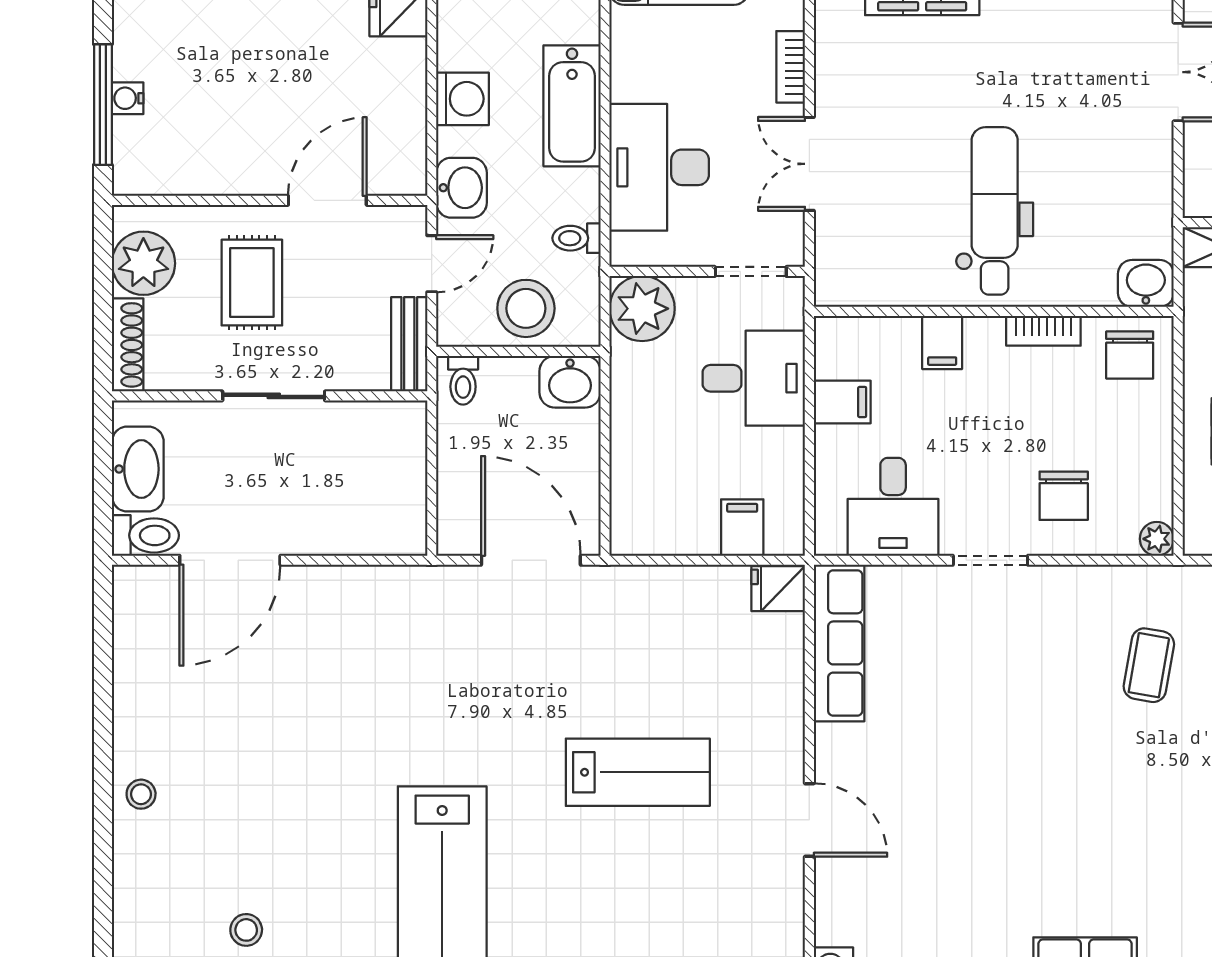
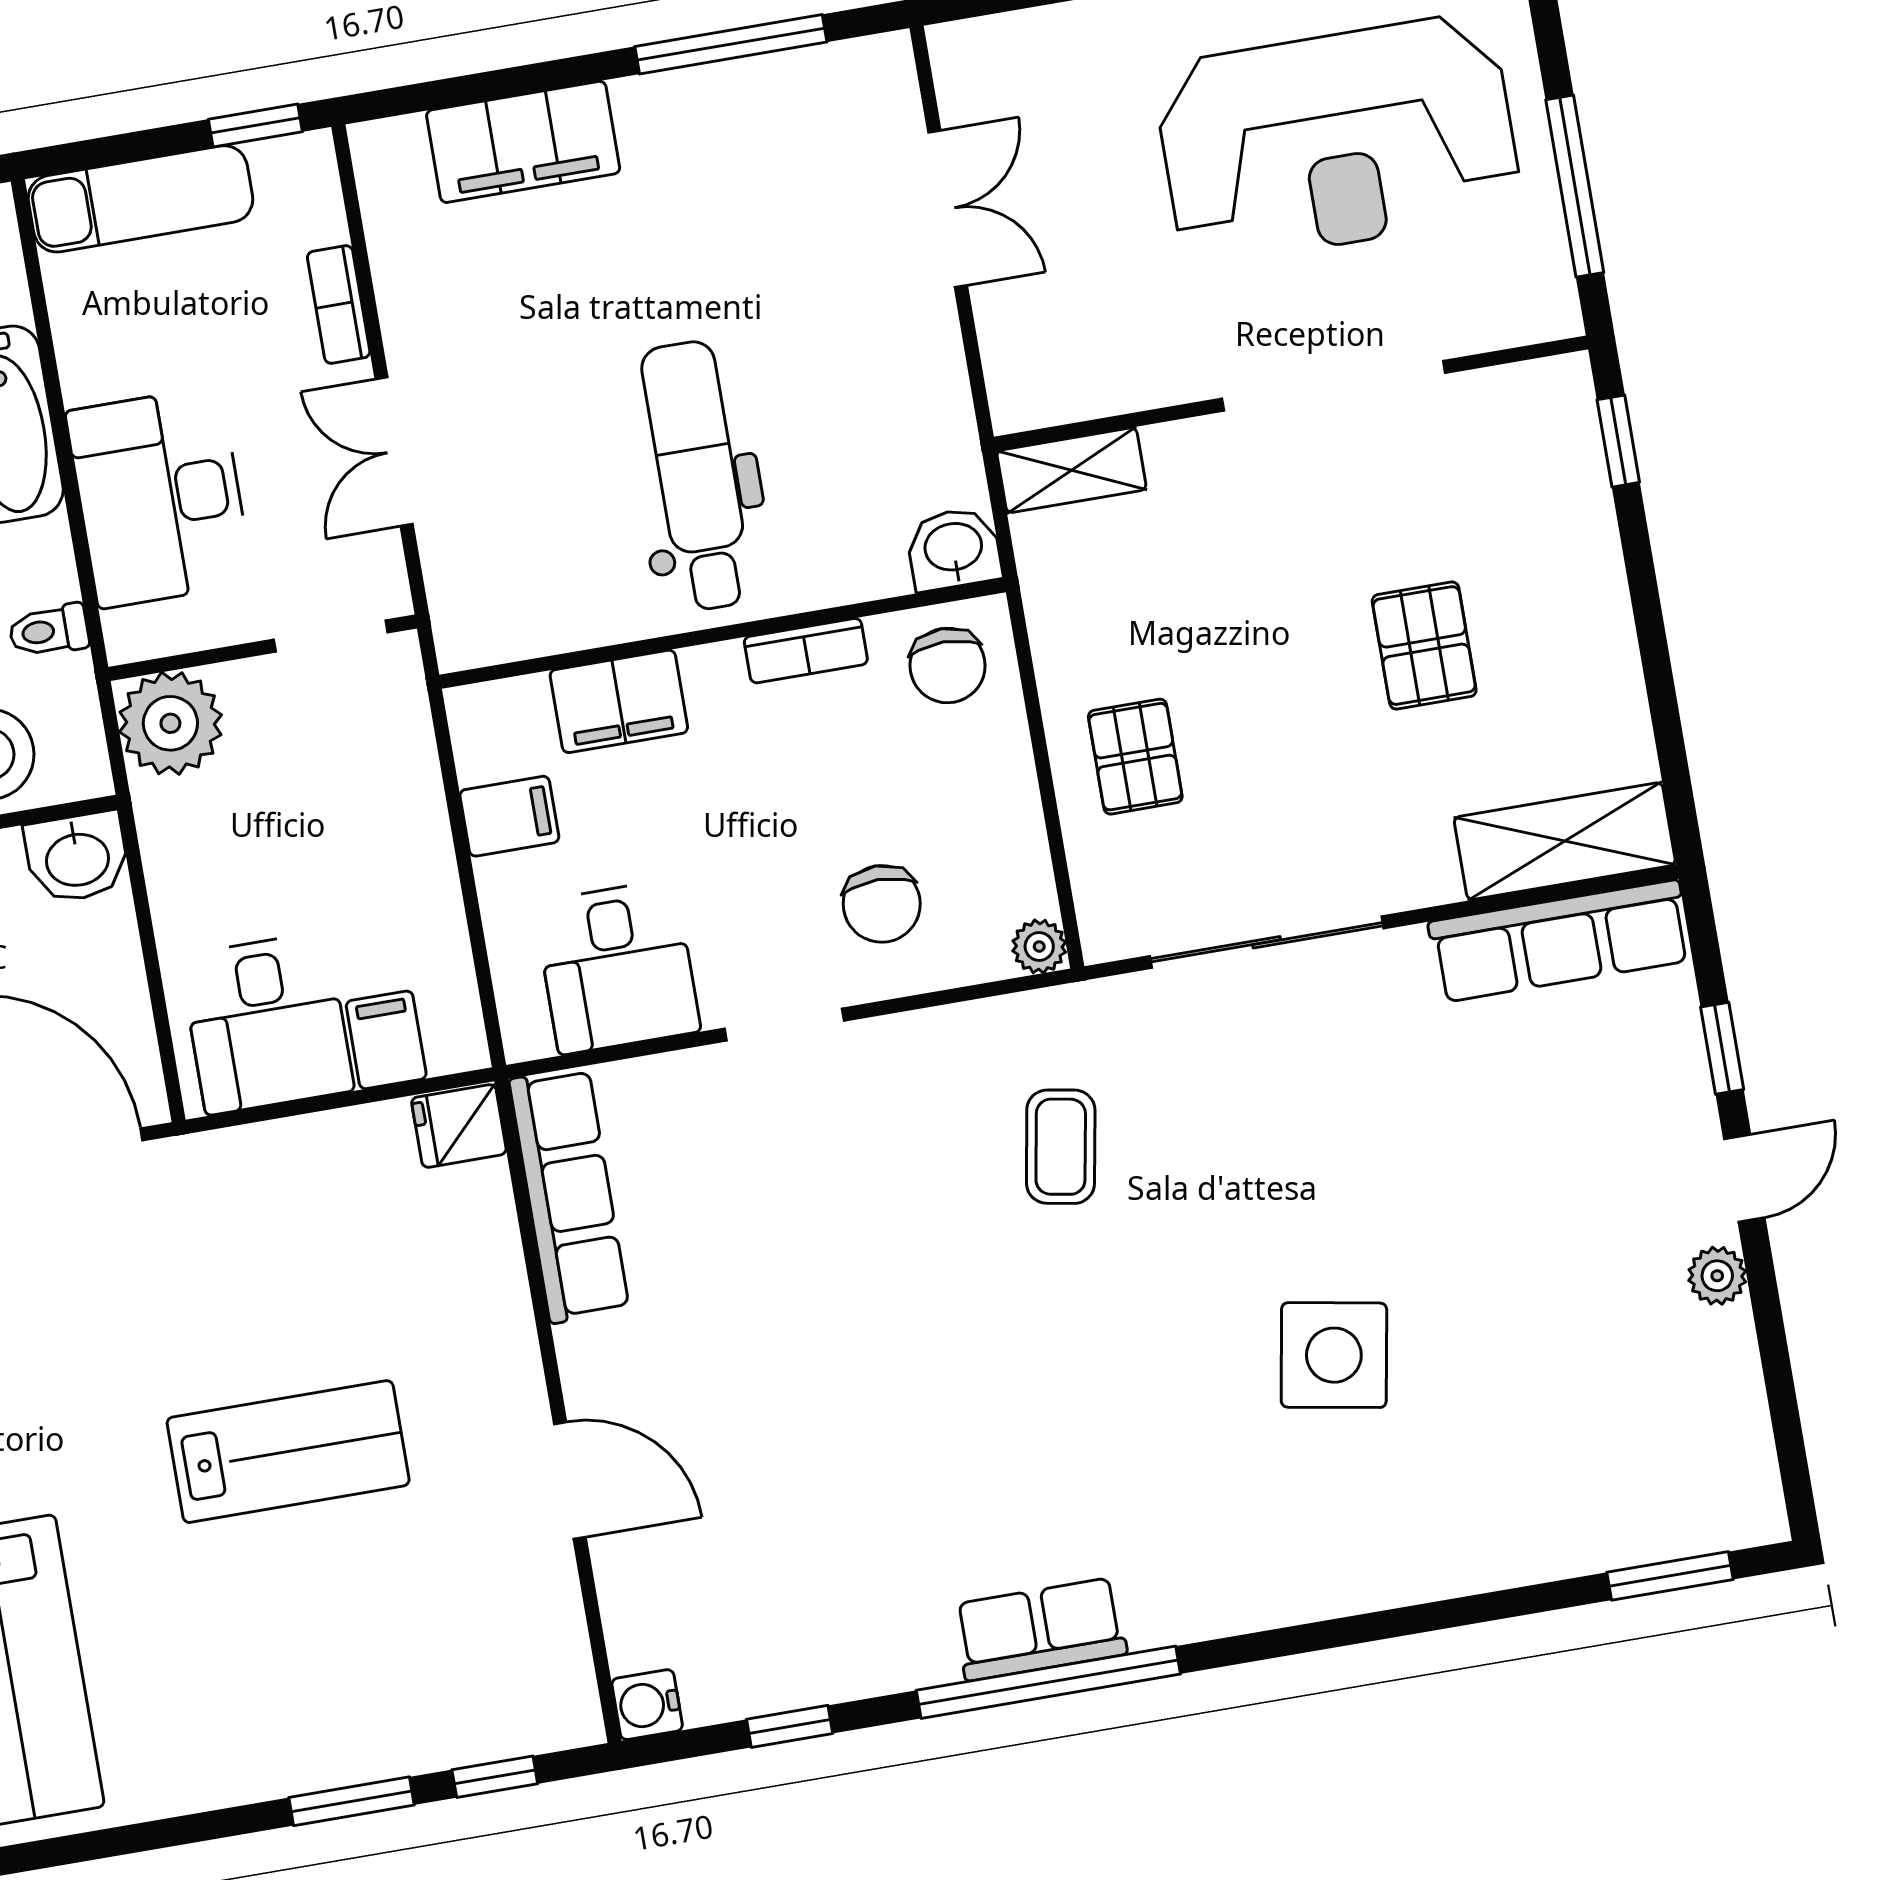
filing cabinet: (942, 342) -> (619, 701), width x2.00
desk: (754, 378) -> (267, 1023), moved, turned 90

